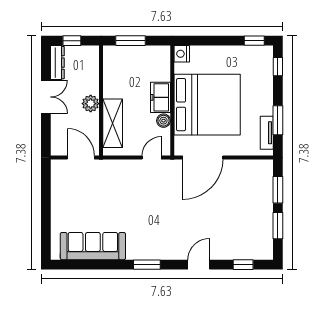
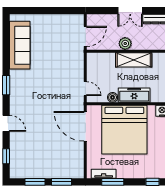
freezer: (160, 97) -> (134, 95), width x1.40
shelving: (113, 123) -> (134, 60), moved

